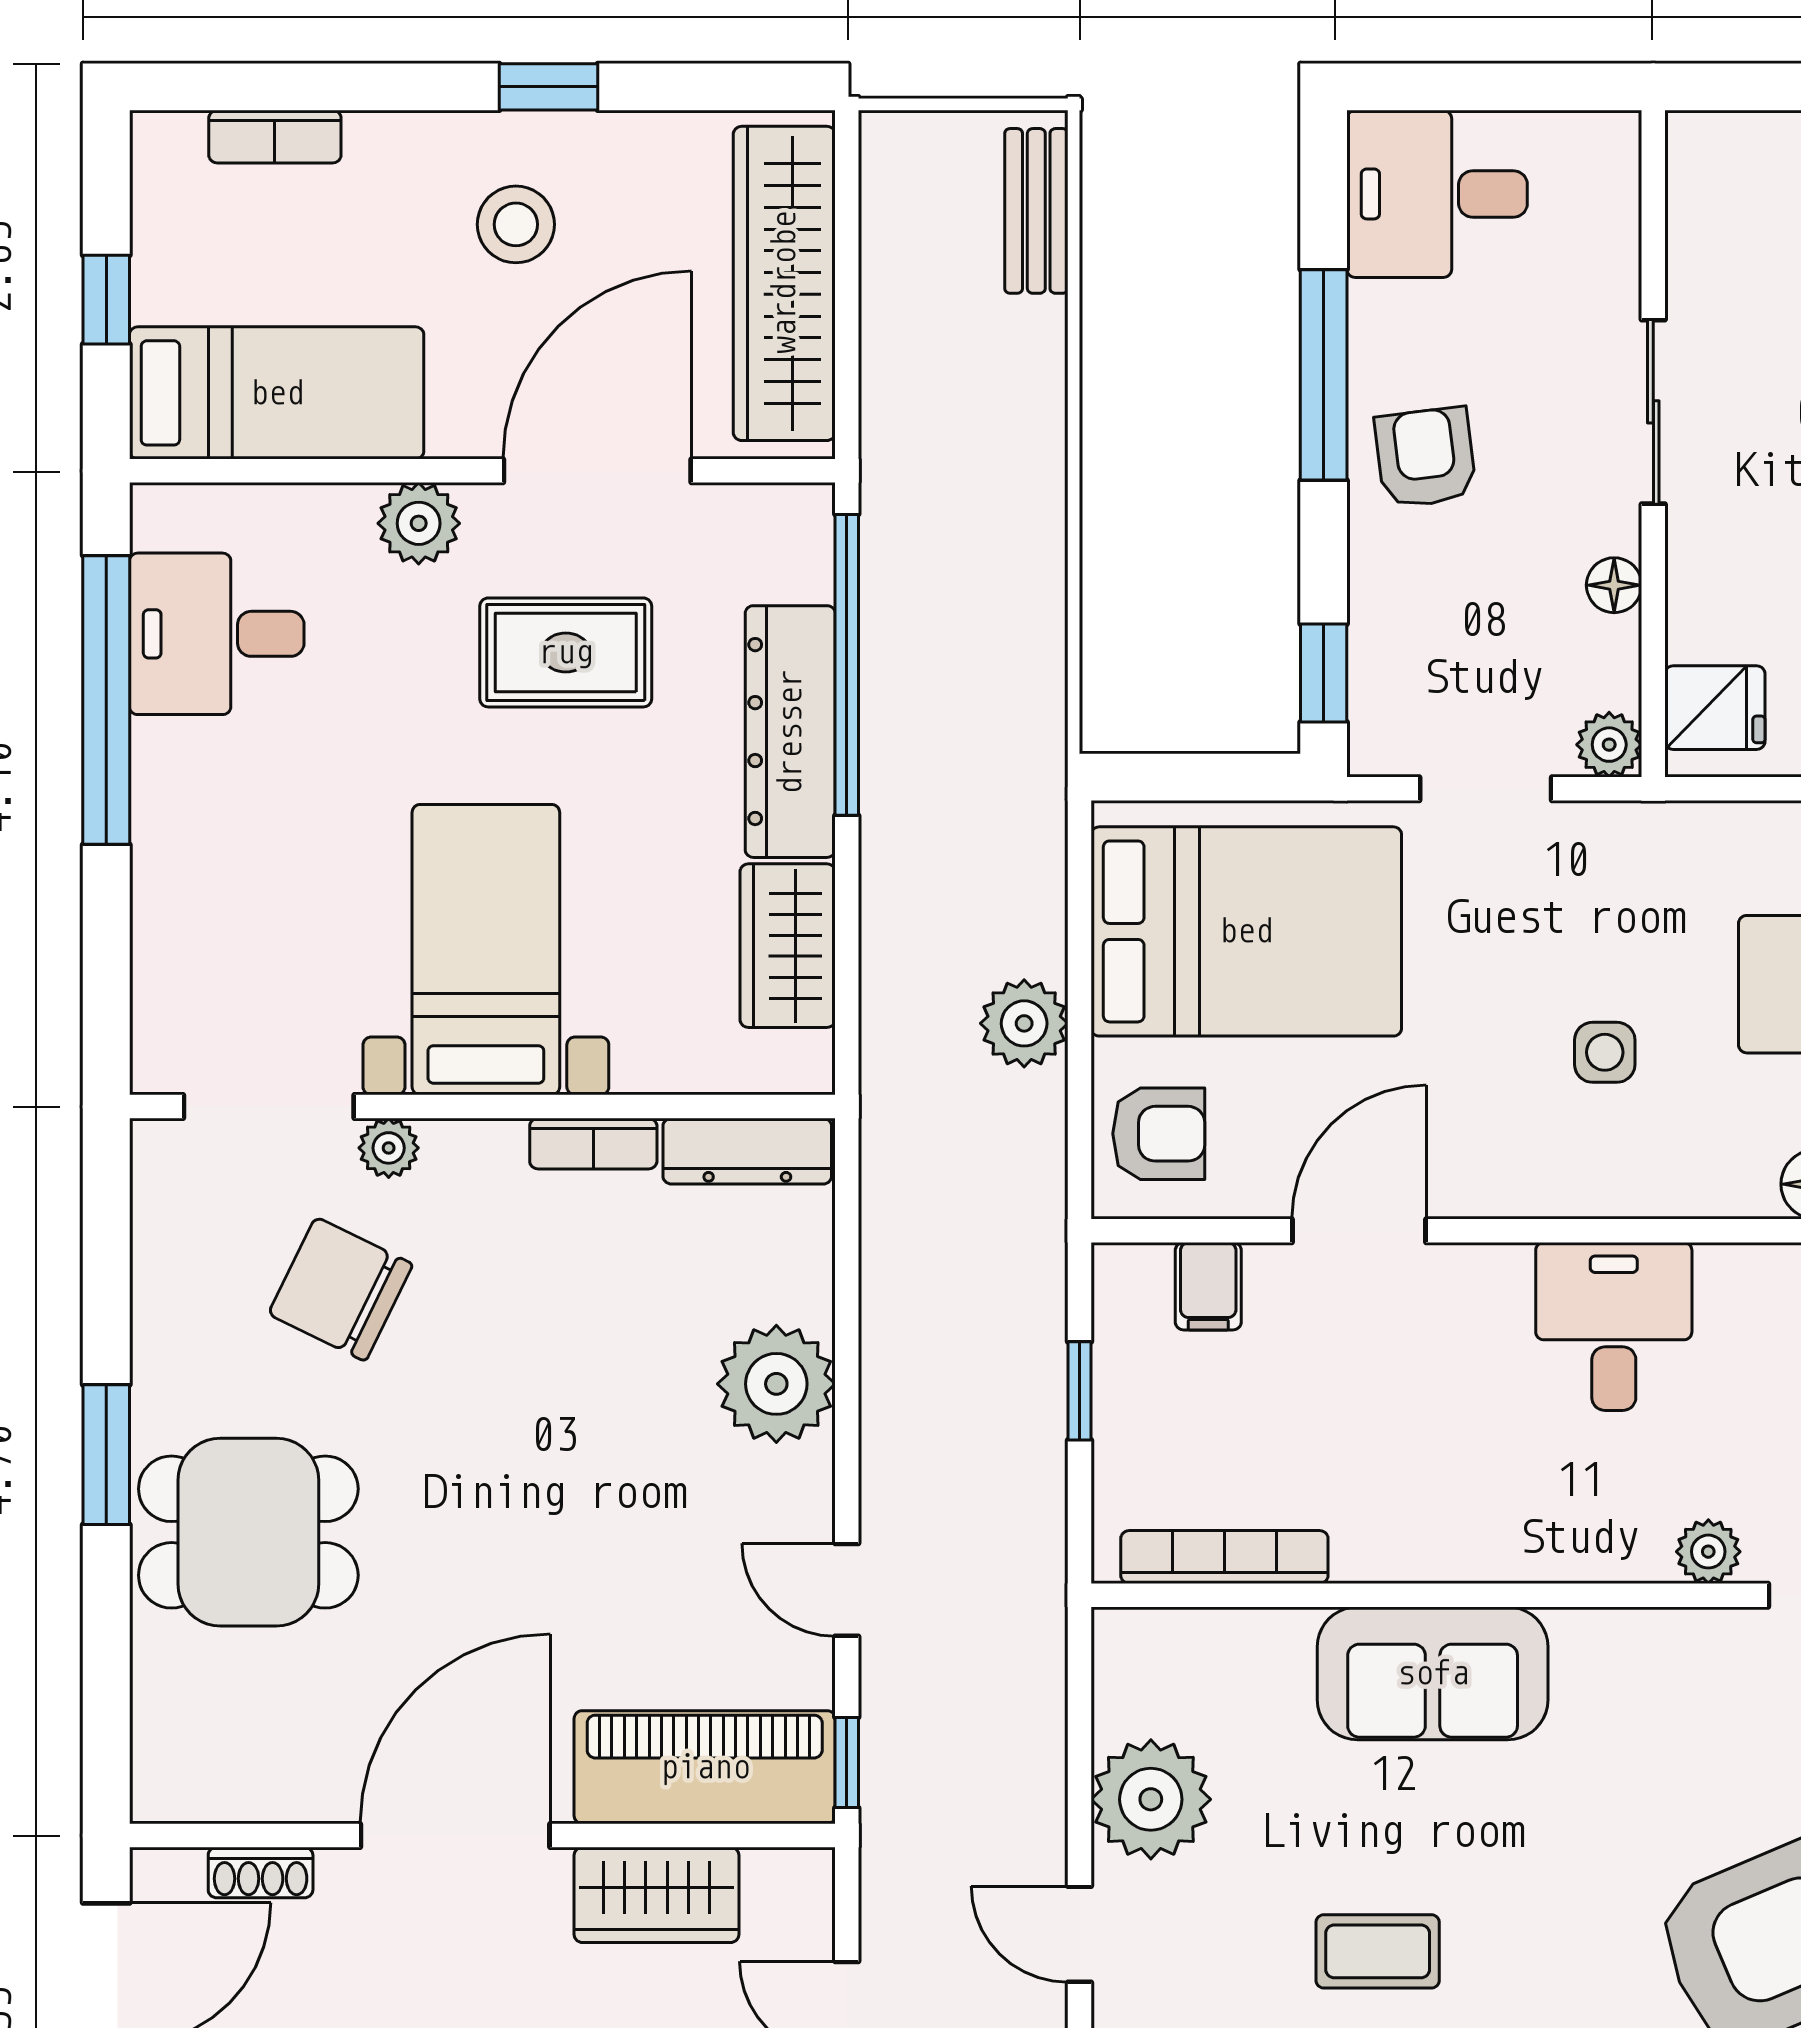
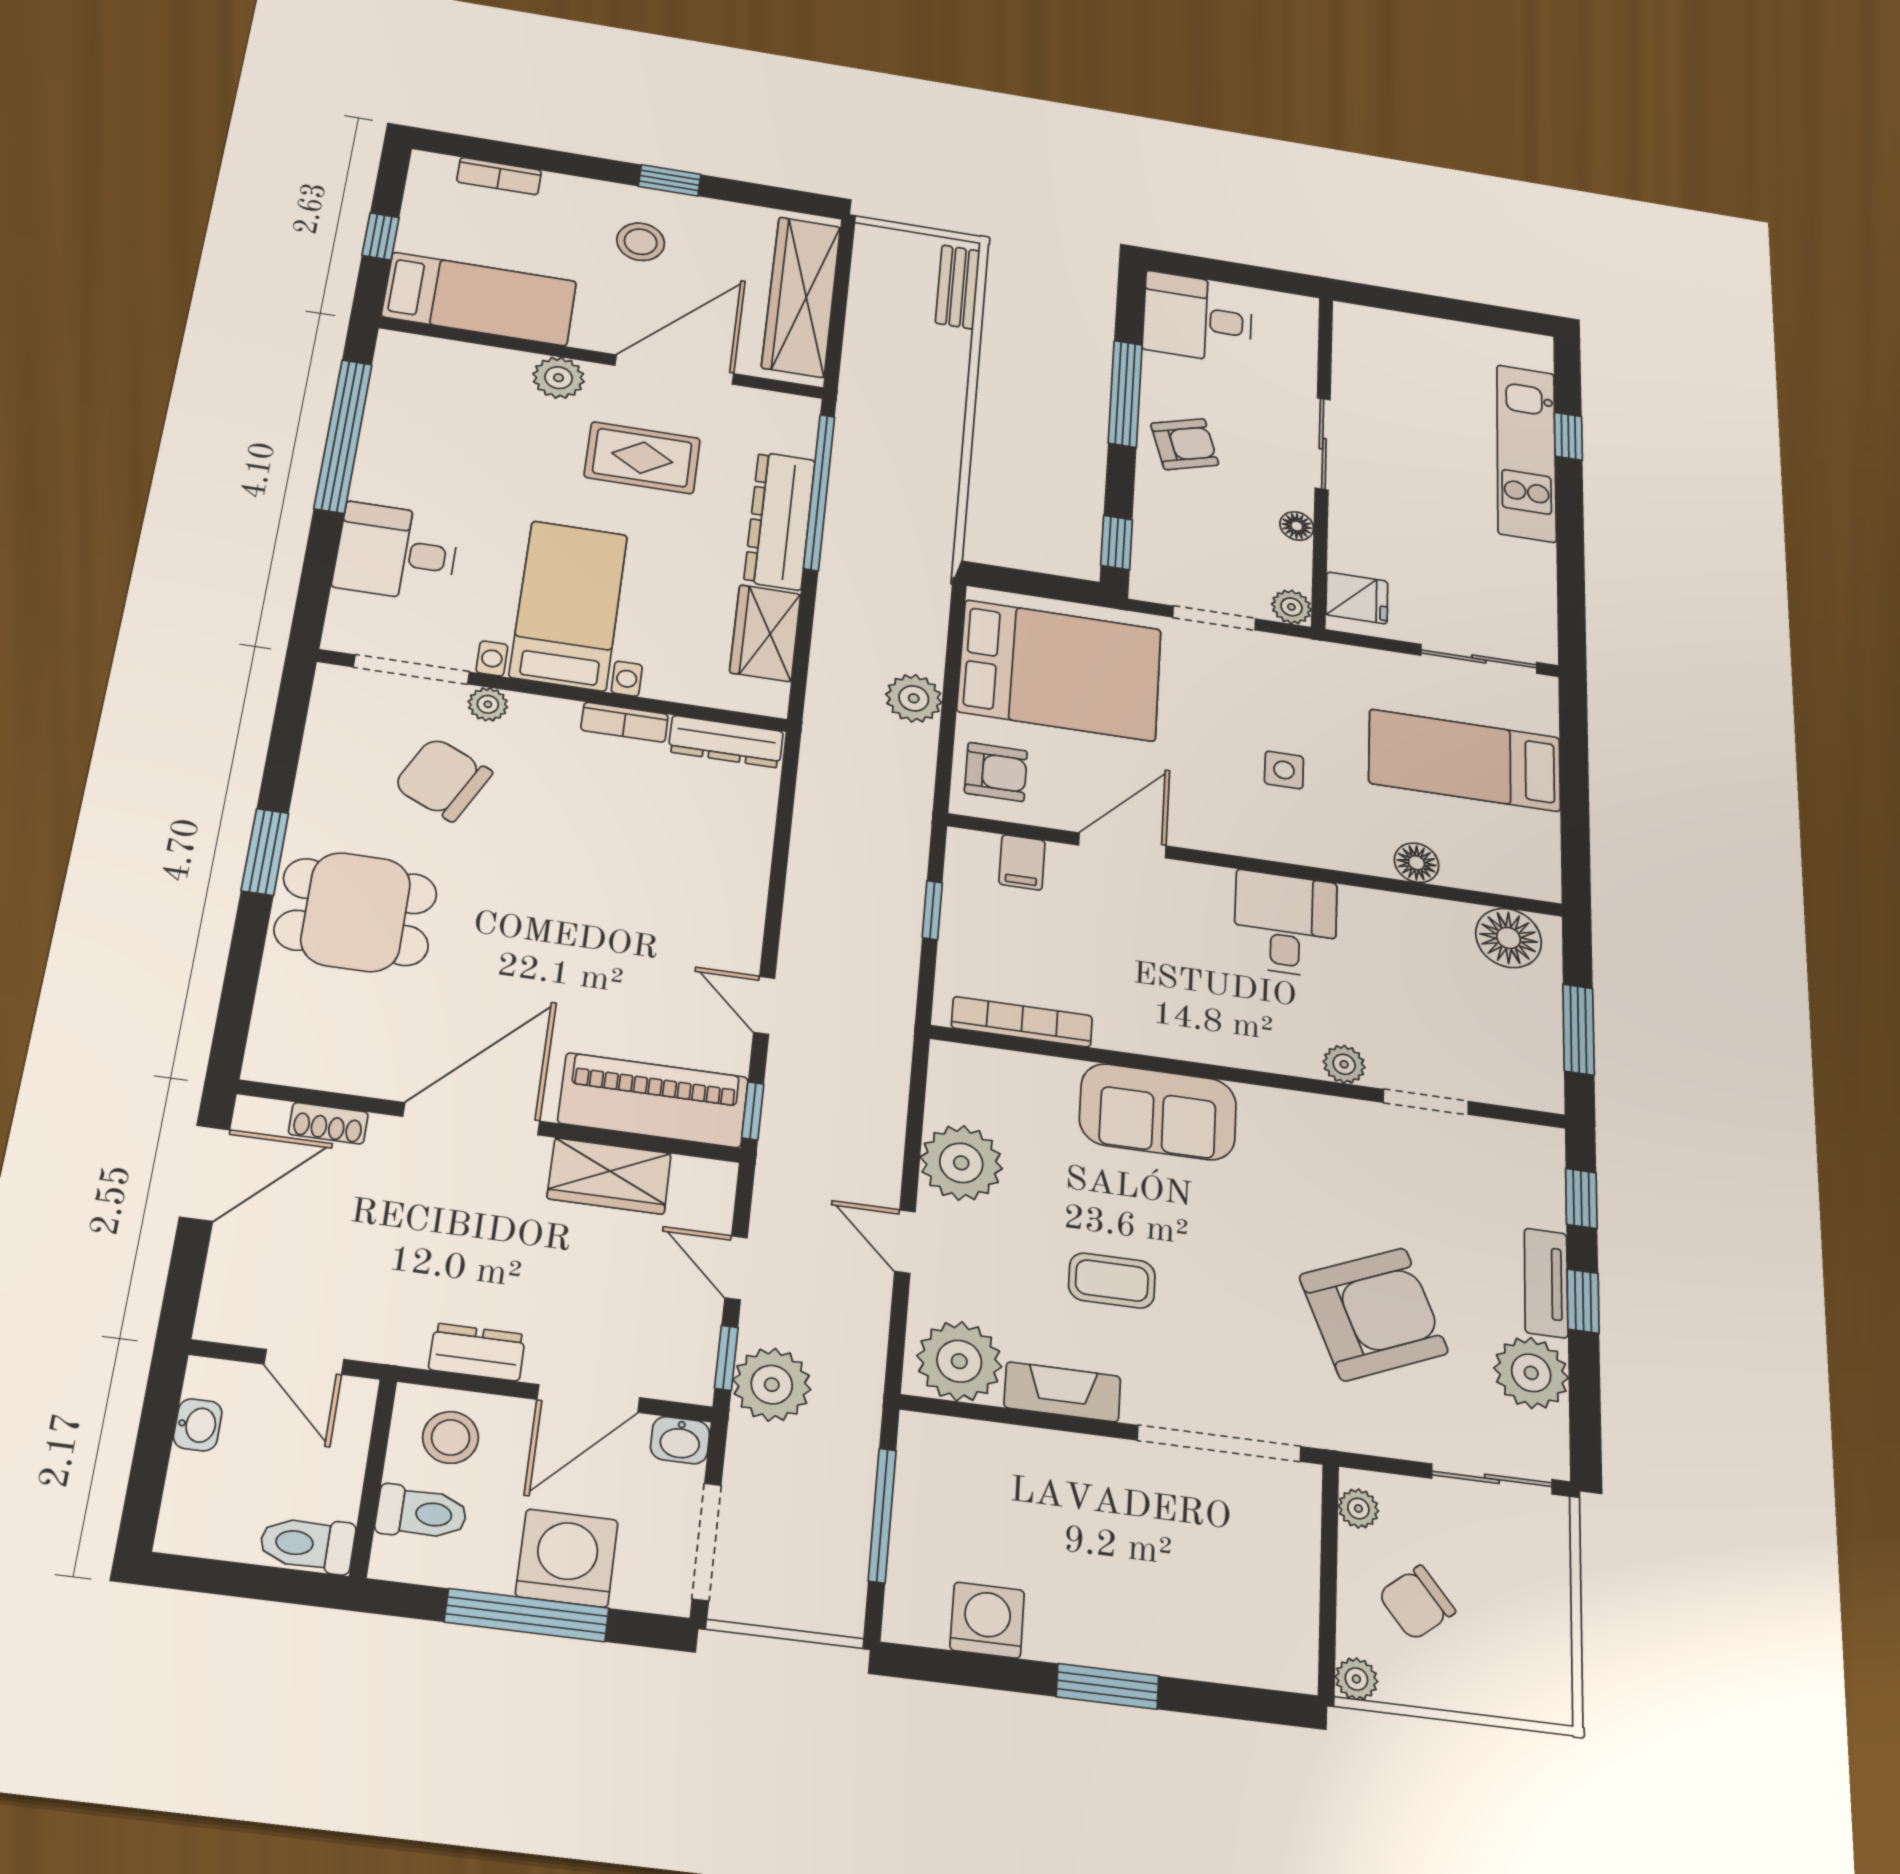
armchair: (1425, 458) -> (1185, 444), turned 80
desk: (217, 634) -> (396, 552), moved
plant: (776, 1384) -> (730, 877), removed

